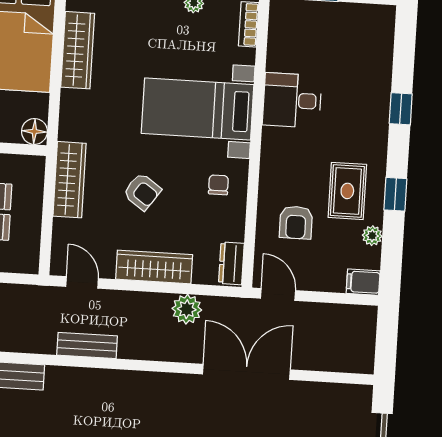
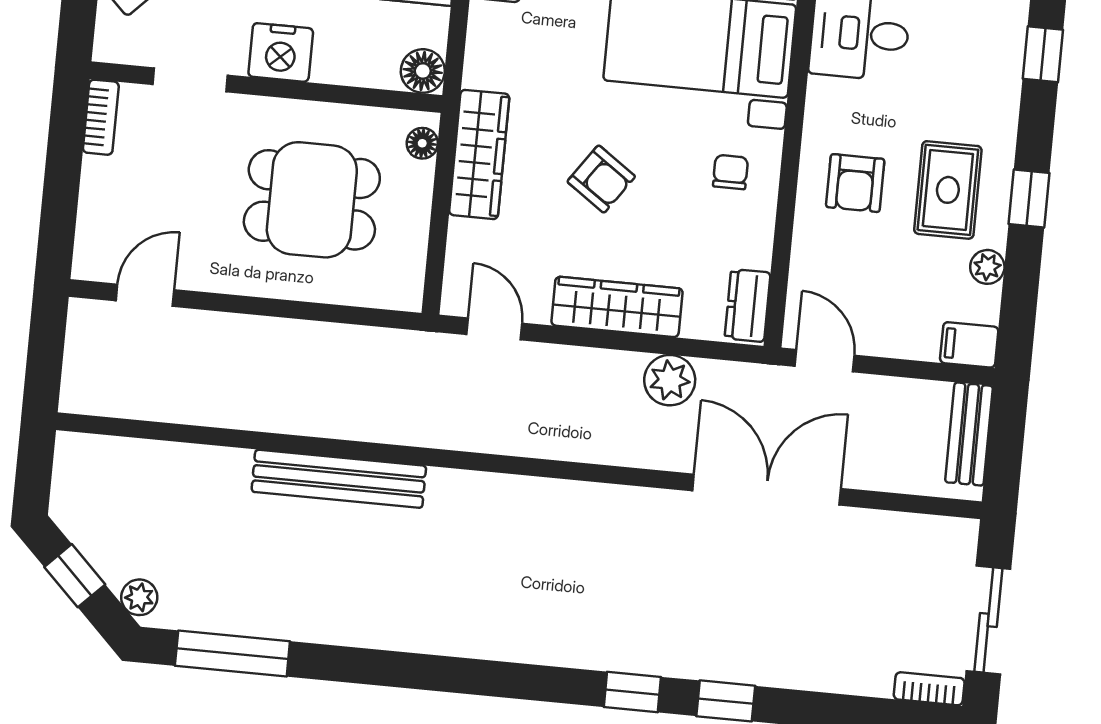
floor lamp: (36, 174) -> (422, 143), added
armchair: (296, 223) -> (855, 183), moved
bench: (87, 345) -> (969, 434), moved, turned 90

